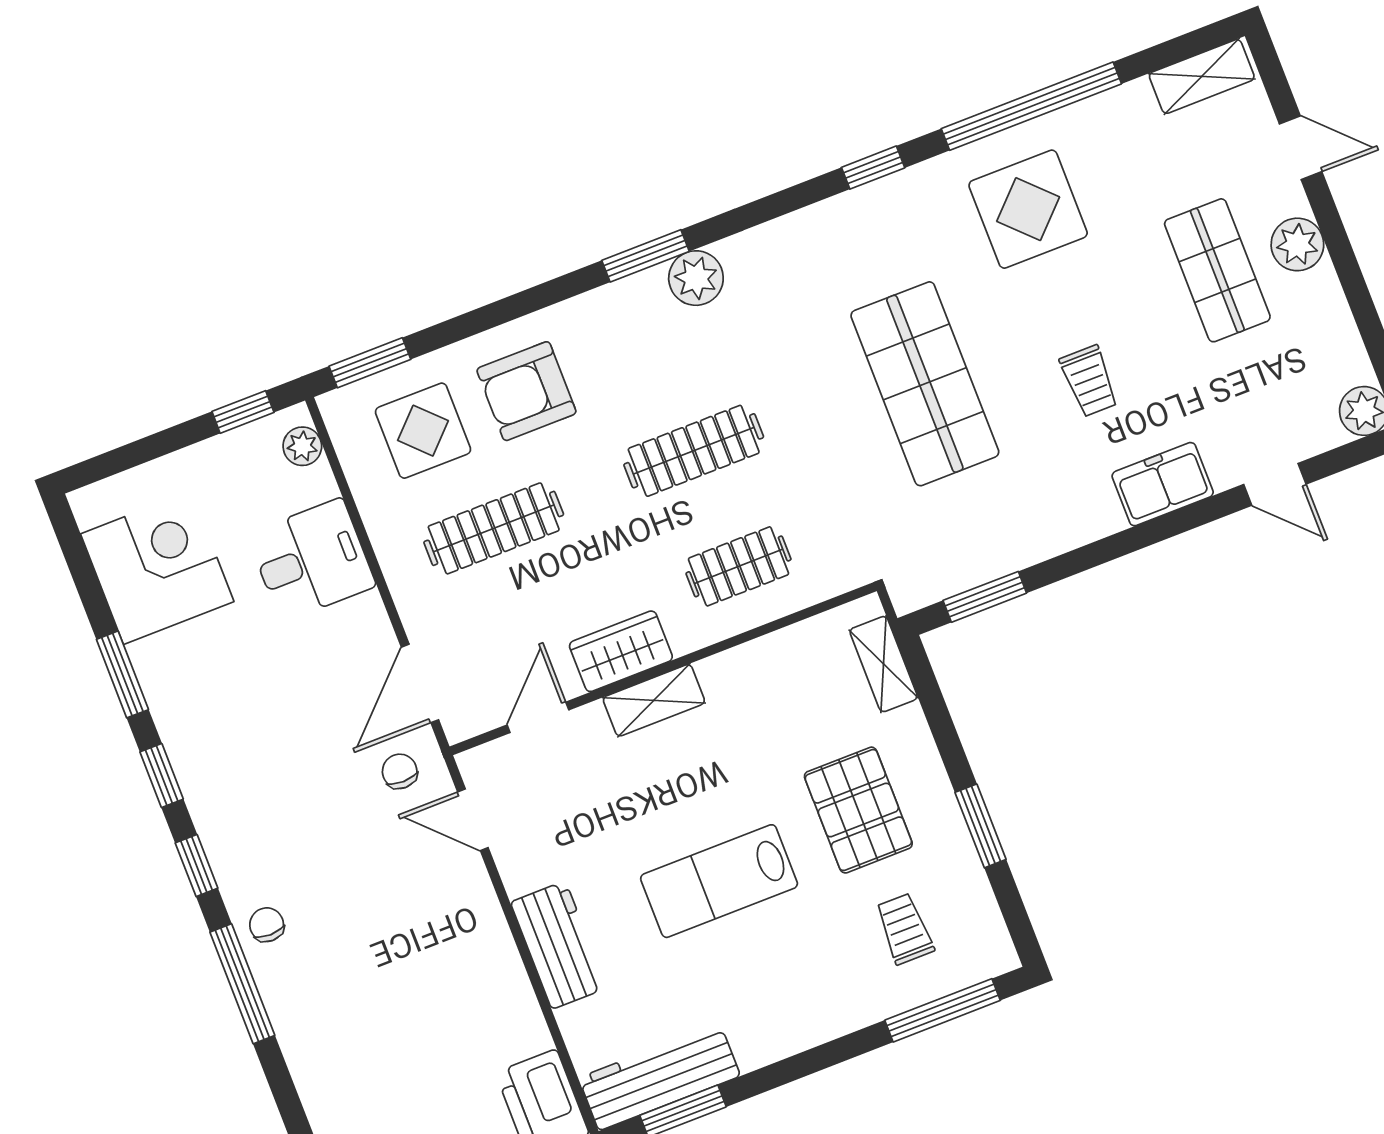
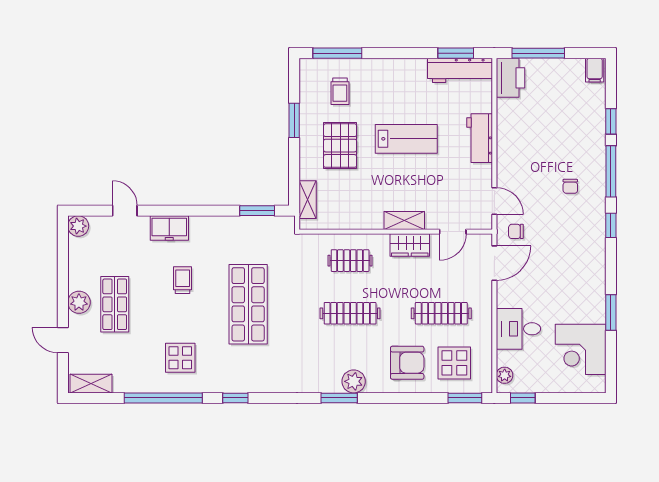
display table: (1028, 209) -> (180, 358), width x0.73, depth x0.73
plant: (696, 278) -> (354, 381), moved
chair: (400, 771) -> (516, 231), turned 90
window: (162, 776) -> (611, 121), moved
chair: (267, 925) -> (570, 186), moved

